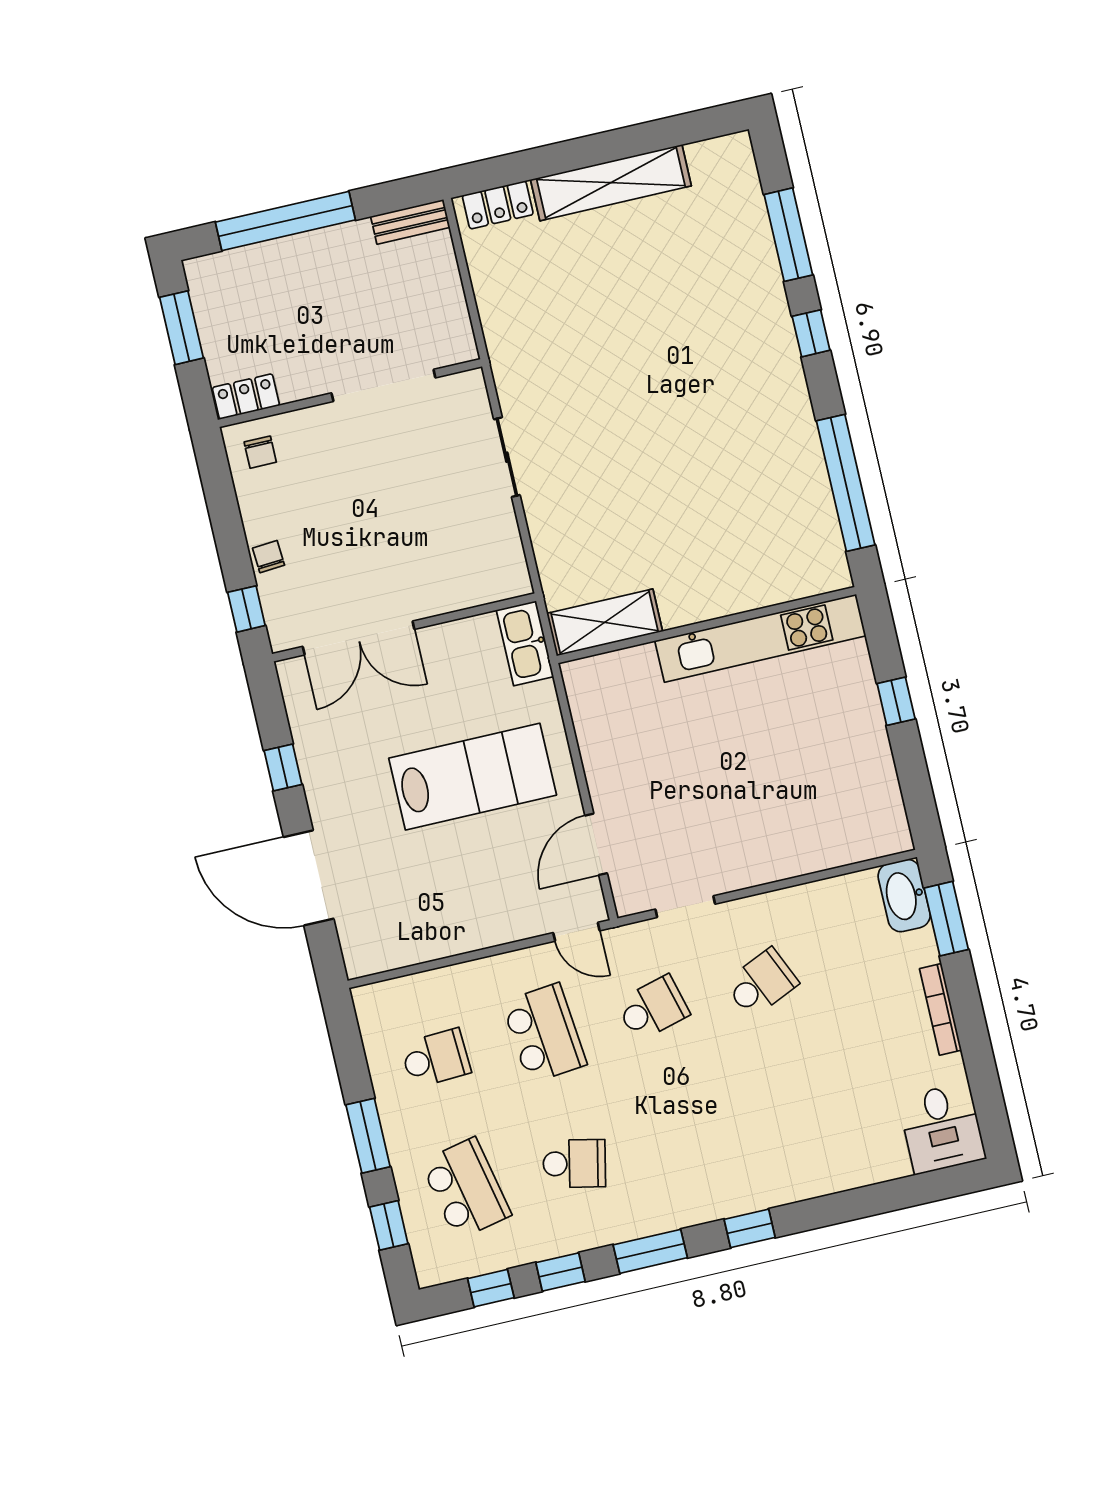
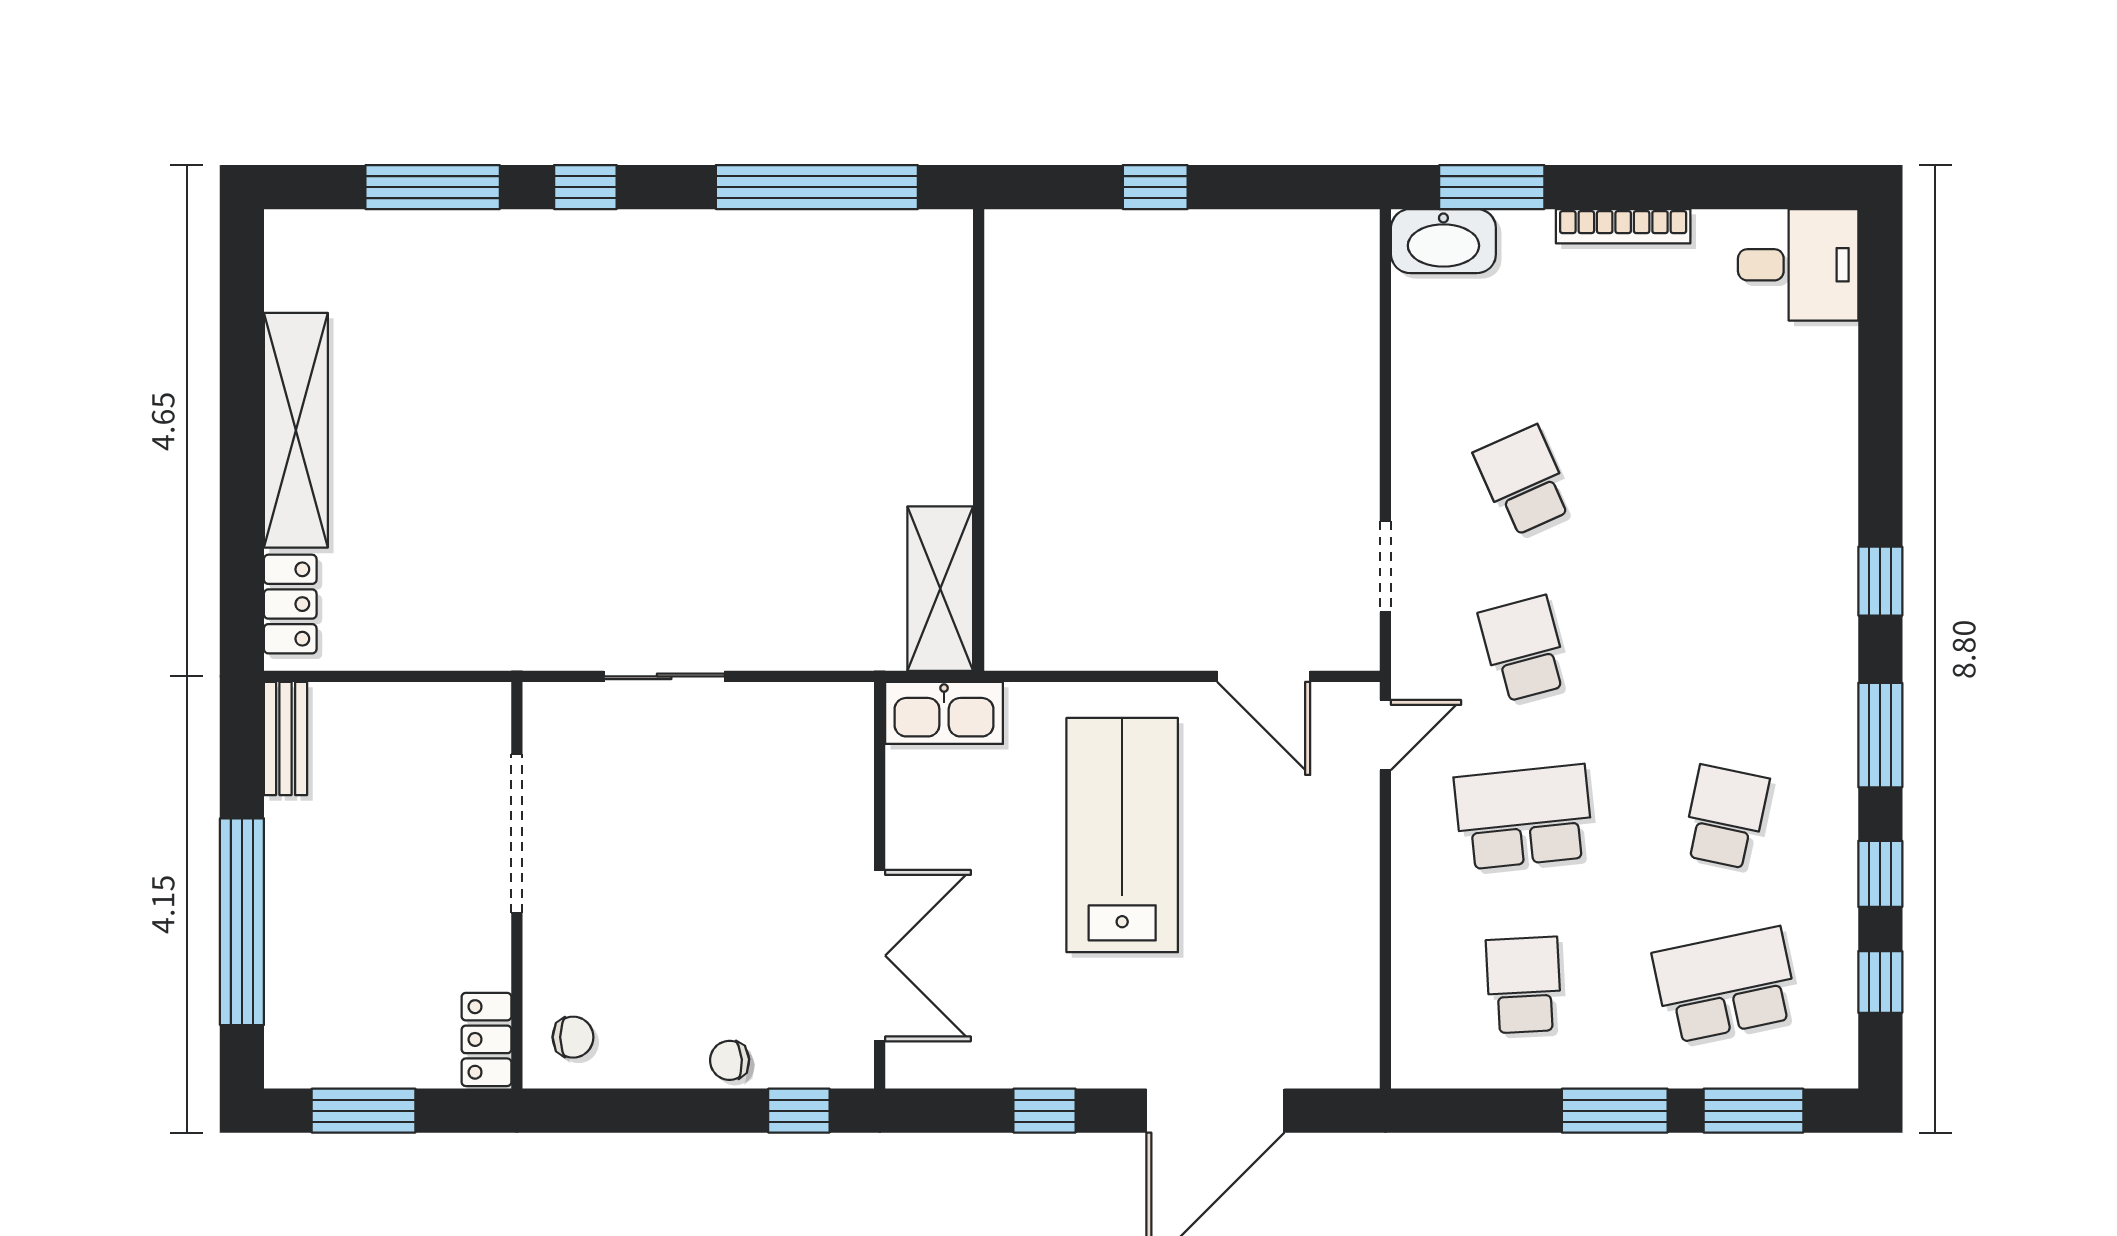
kitchen unit: (760, 638) -> (1016, 365), removed
window: (389, 1225) -> (1753, 1111), width x1.50

